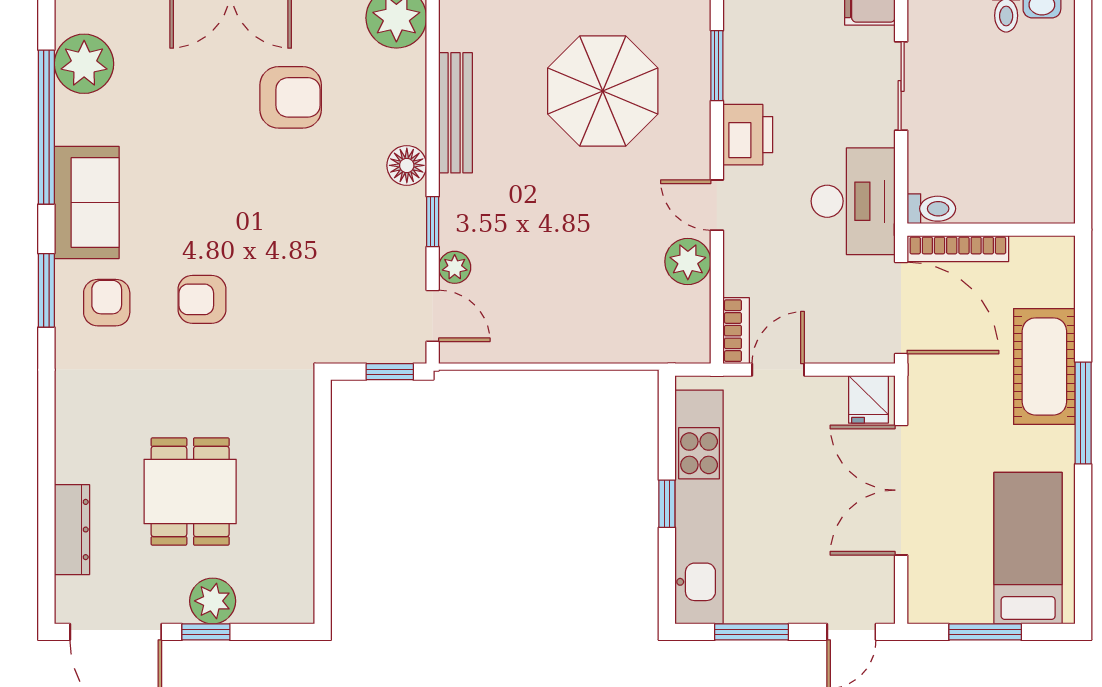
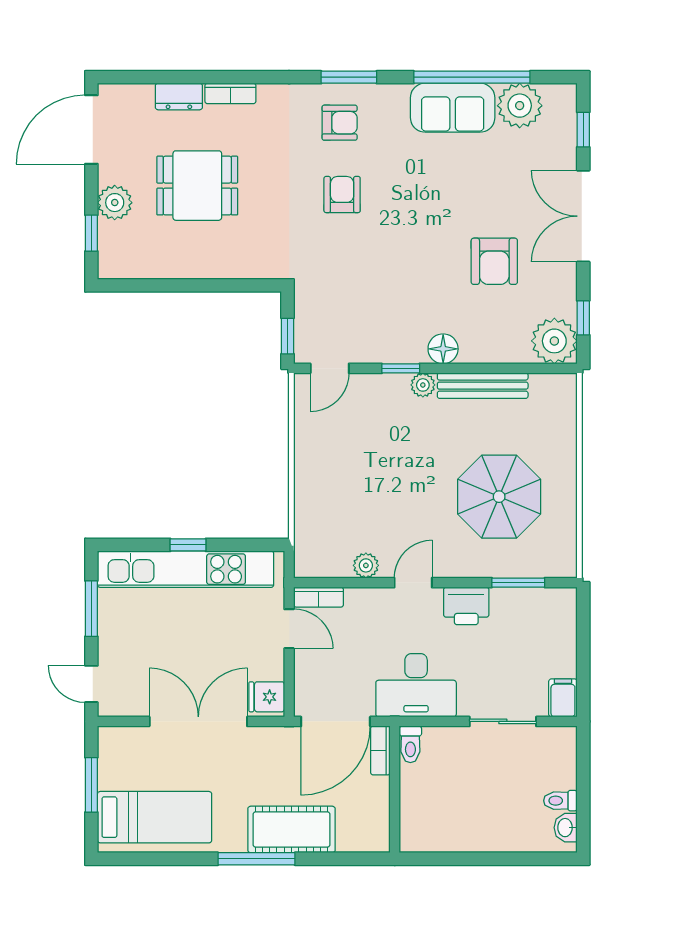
sofa: (87, 203) -> (453, 108), moved
bookcase: (958, 249) -> (380, 750), width x0.64
plant: (688, 261) -> (366, 565), width x0.73, depth x0.73
plant: (455, 267) -> (423, 385), moved
bookcase: (68, 447) -> (230, 93), added
dresser: (72, 530) -> (179, 96), width x0.70
window: (206, 632) -> (91, 233), moved

